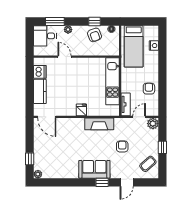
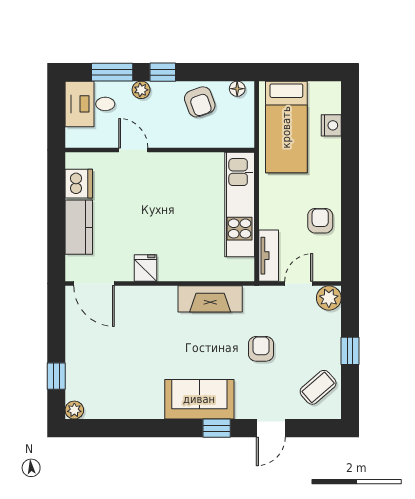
window: (94, 21) -> (163, 72), moved
fridge: (81, 110) -> (146, 268), moved

